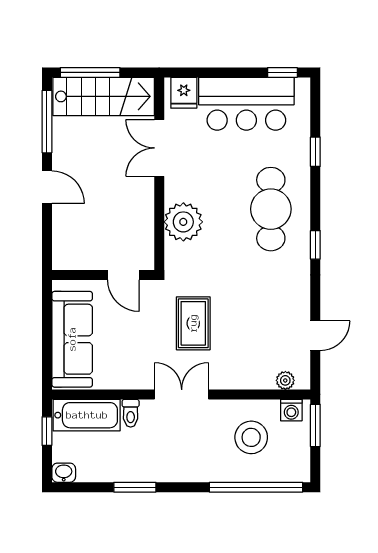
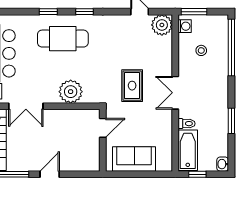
window: (315, 152) -> (48, 12), moved
rug: (193, 323) -> (132, 86), turned 90
sofa: (72, 339) -> (134, 159), width x0.73
plant: (285, 380) -> (162, 25), width x1.88, depth x1.88
stool: (251, 437) -> (201, 50), width x0.53, depth x0.53

